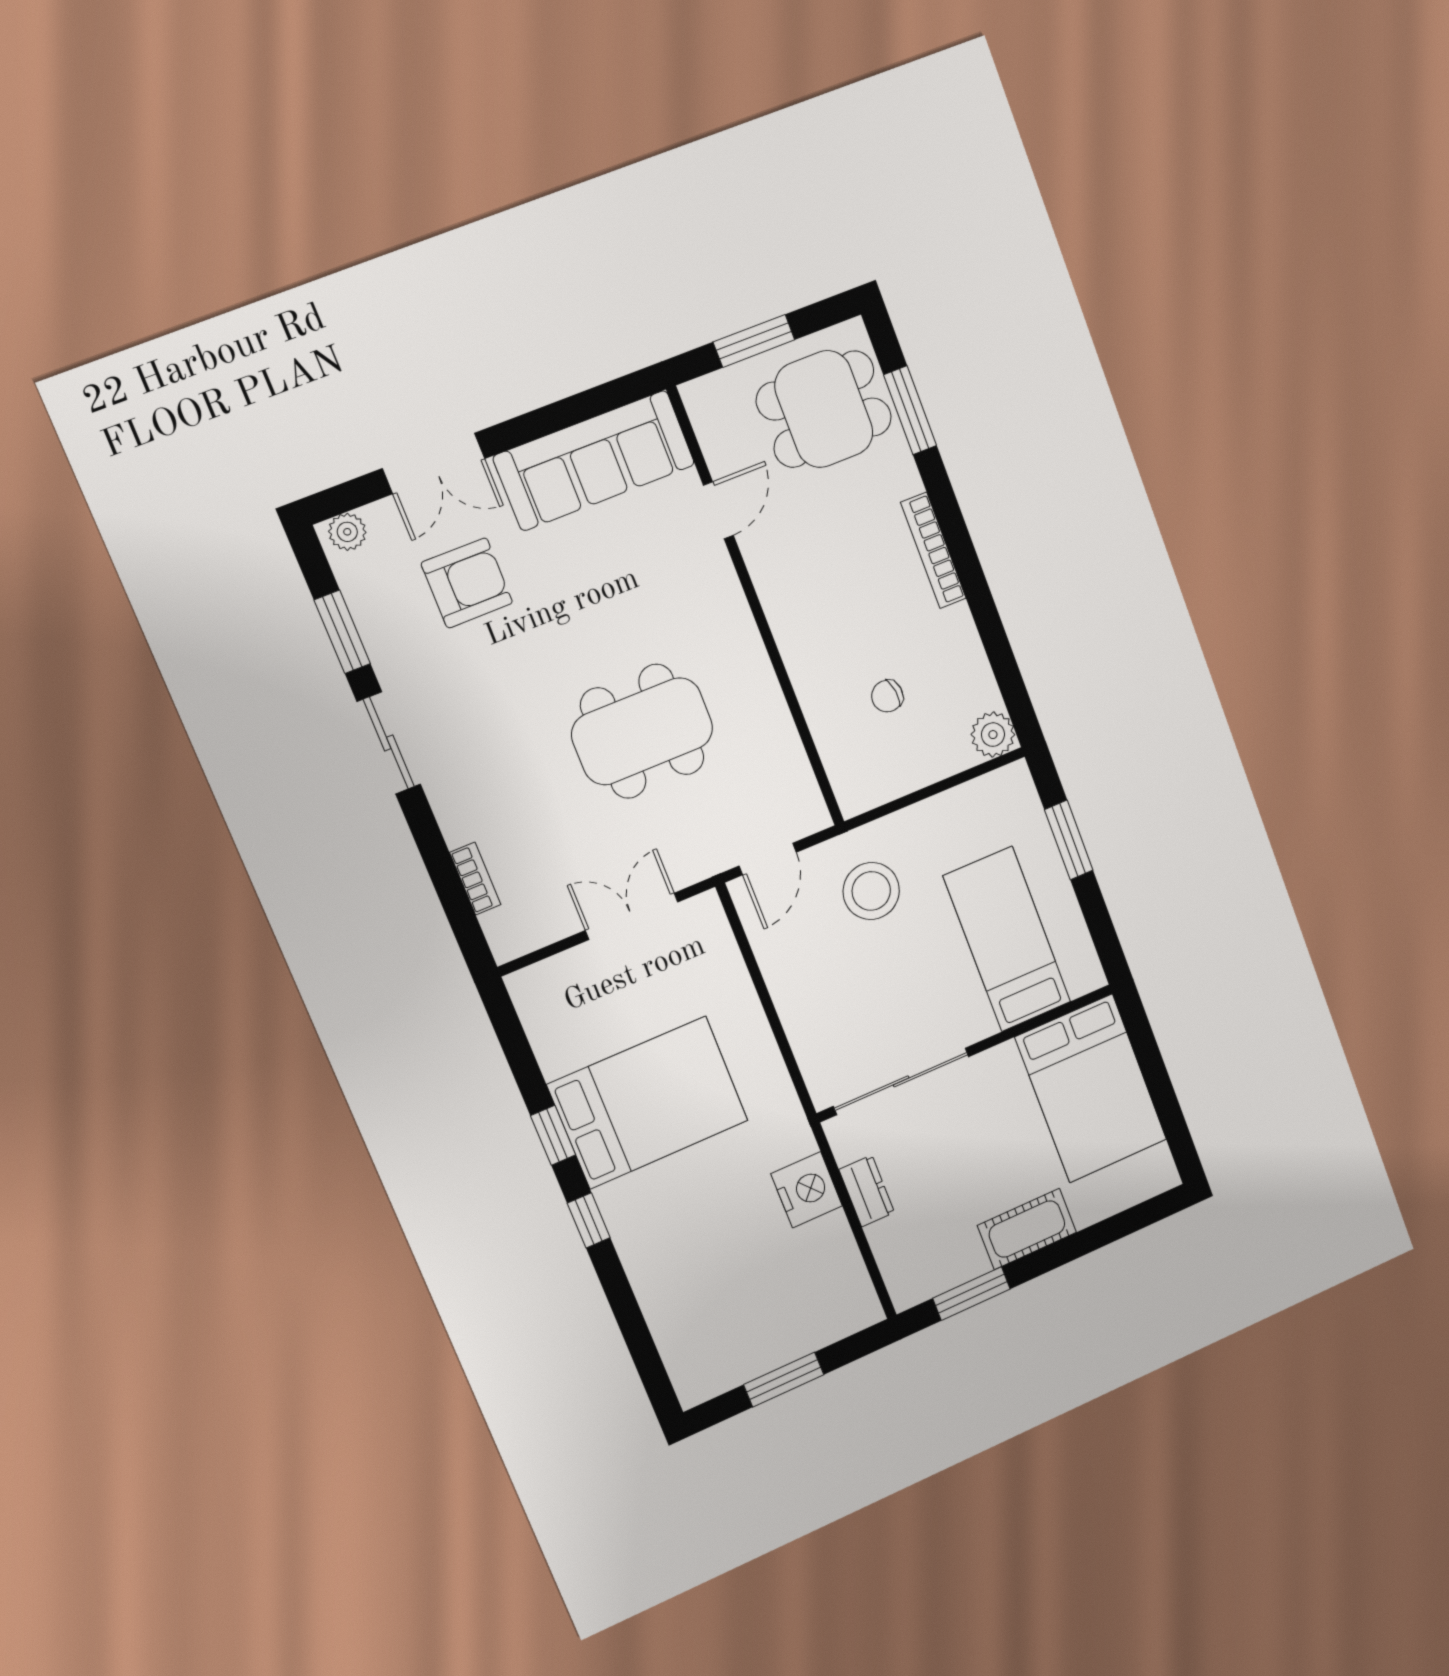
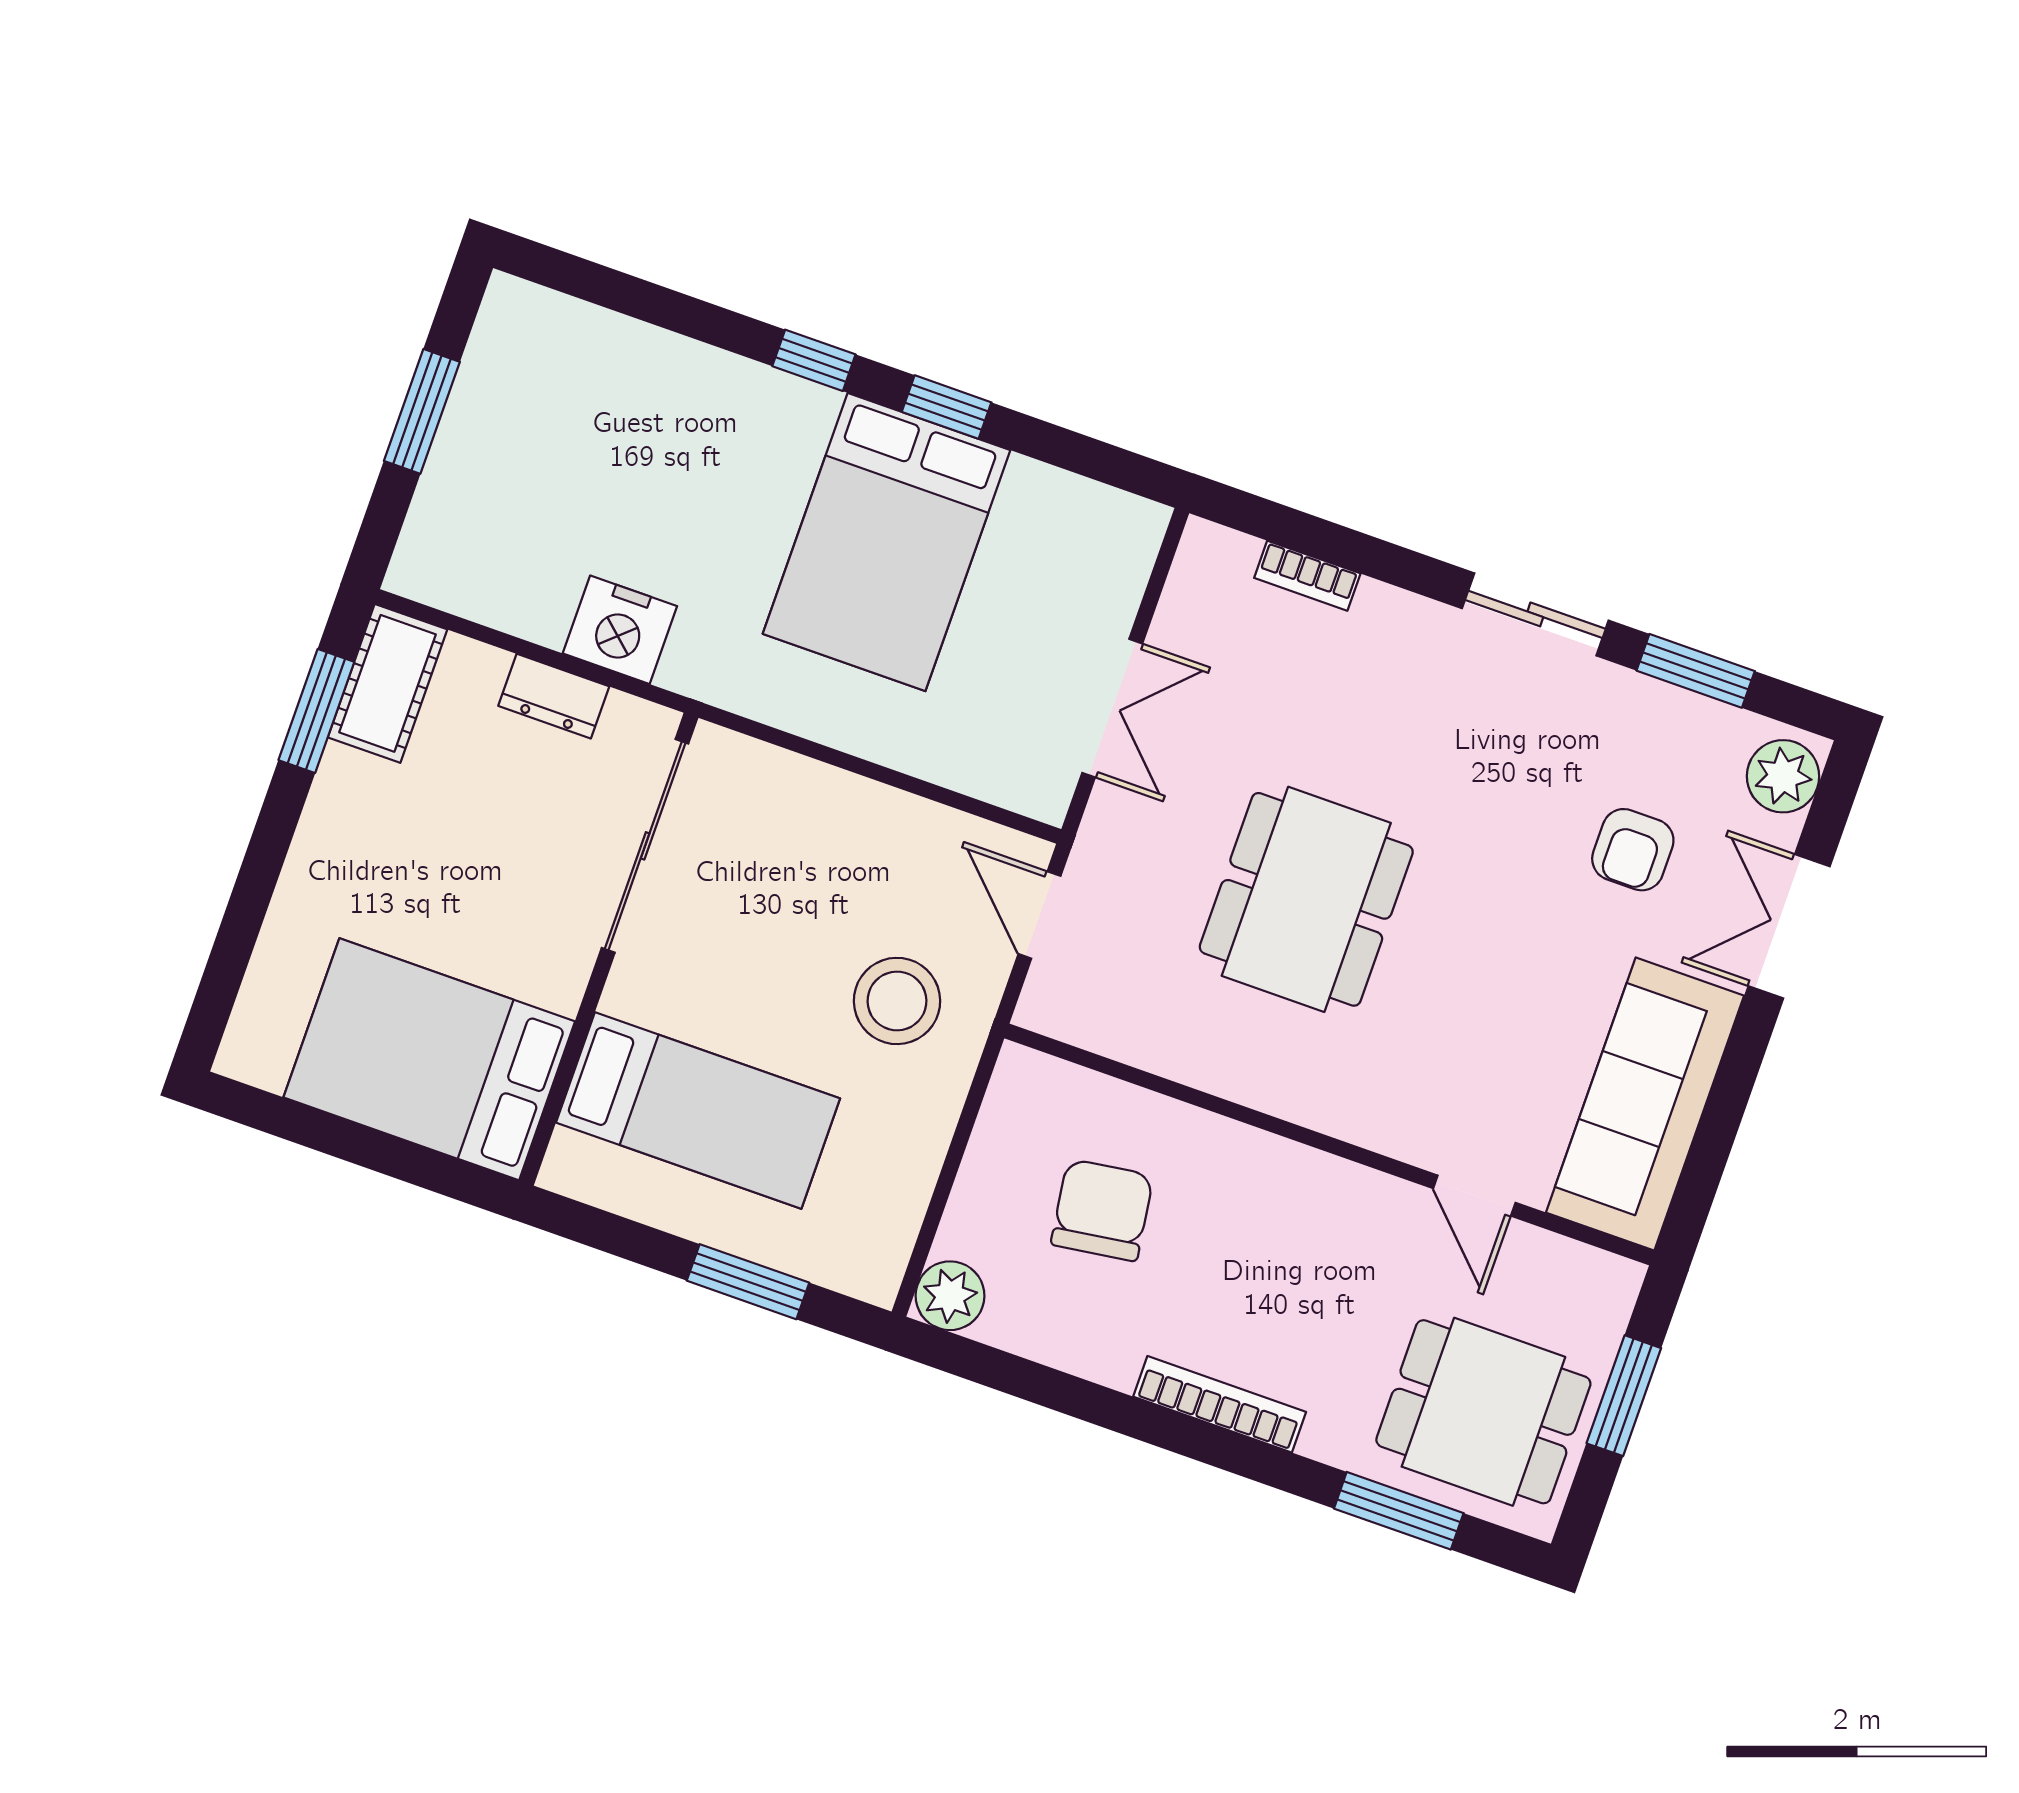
dining table: (824, 409) -> (1483, 1412), turned 90
plant: (347, 532) -> (1783, 776), width x1.38, depth x1.38
armchair: (467, 583) -> (1633, 850), width x0.72, depth x0.72
chair: (887, 696) -> (1102, 1210), width x1.87, depth x1.87
cot: (1027, 1229) -> (388, 683), moved

